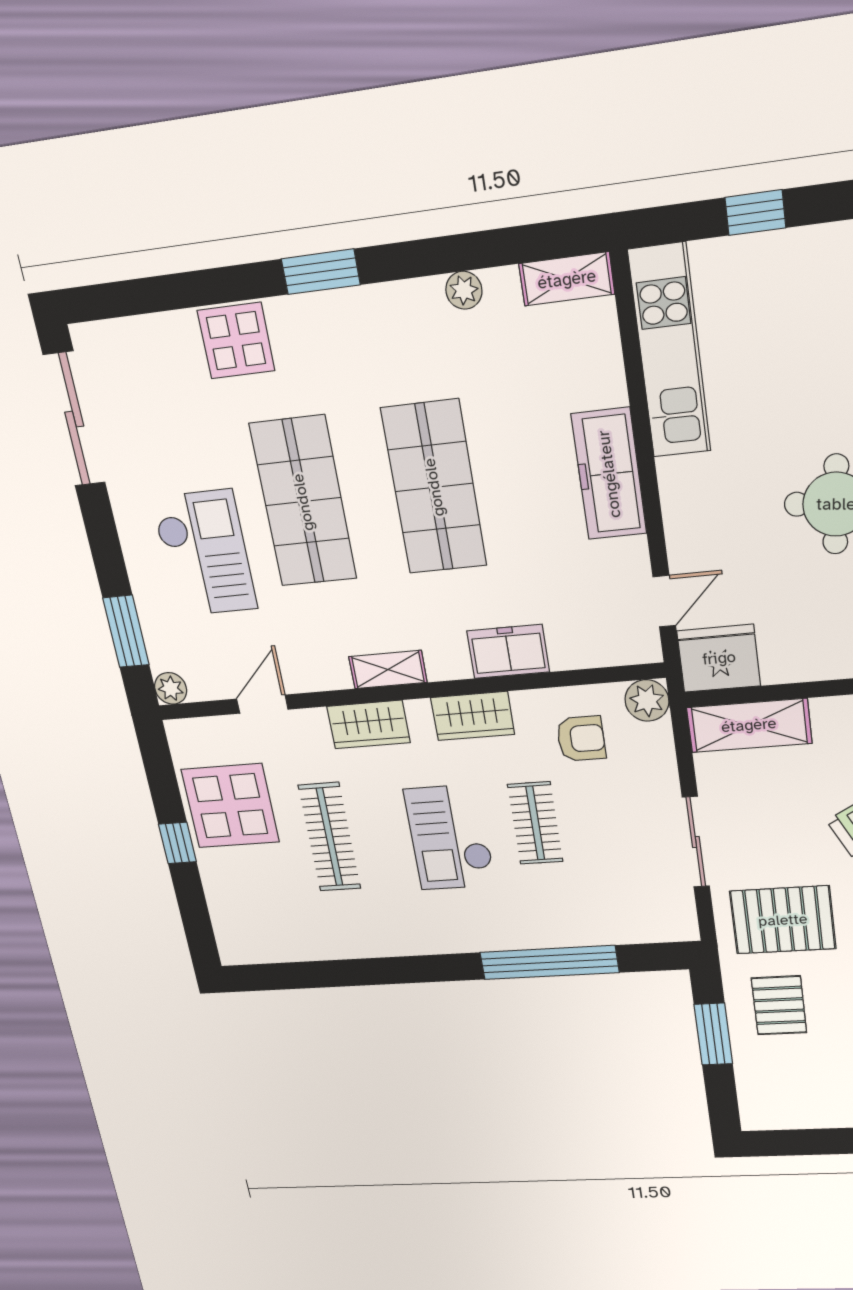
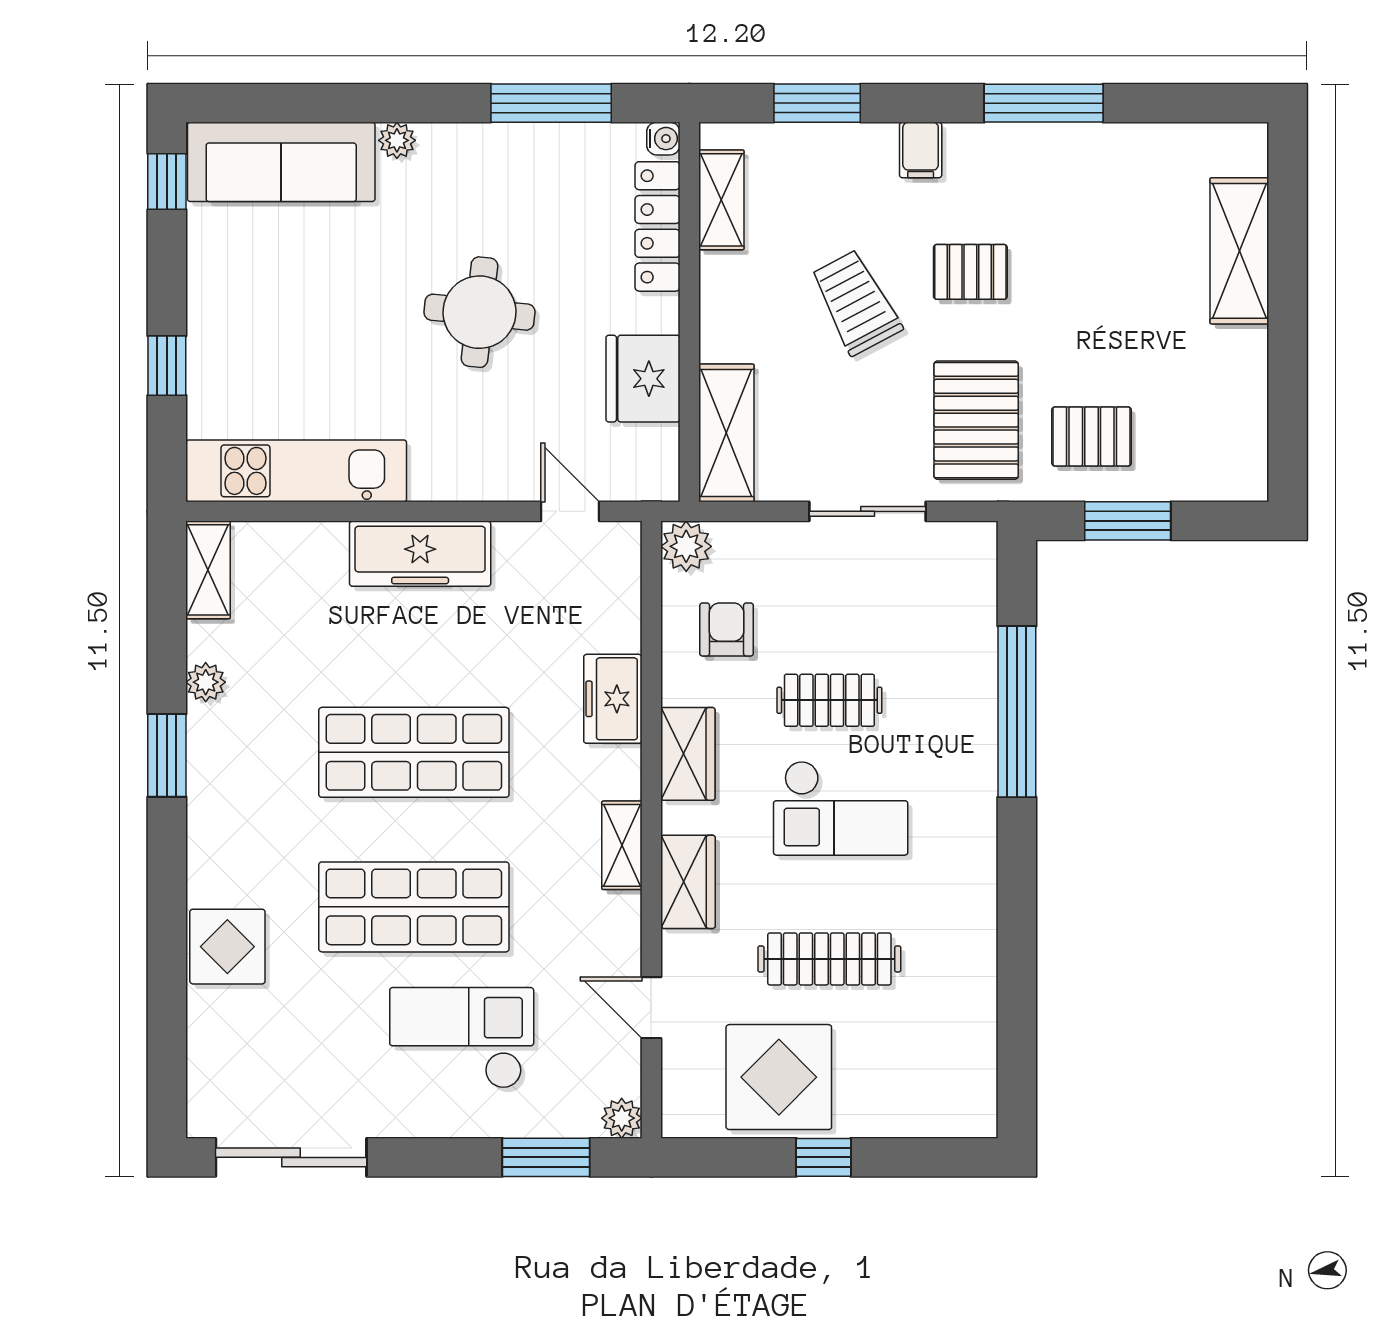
window: (321, 272) -> (167, 755), moved
fridge: (719, 658) -> (643, 379), moved

